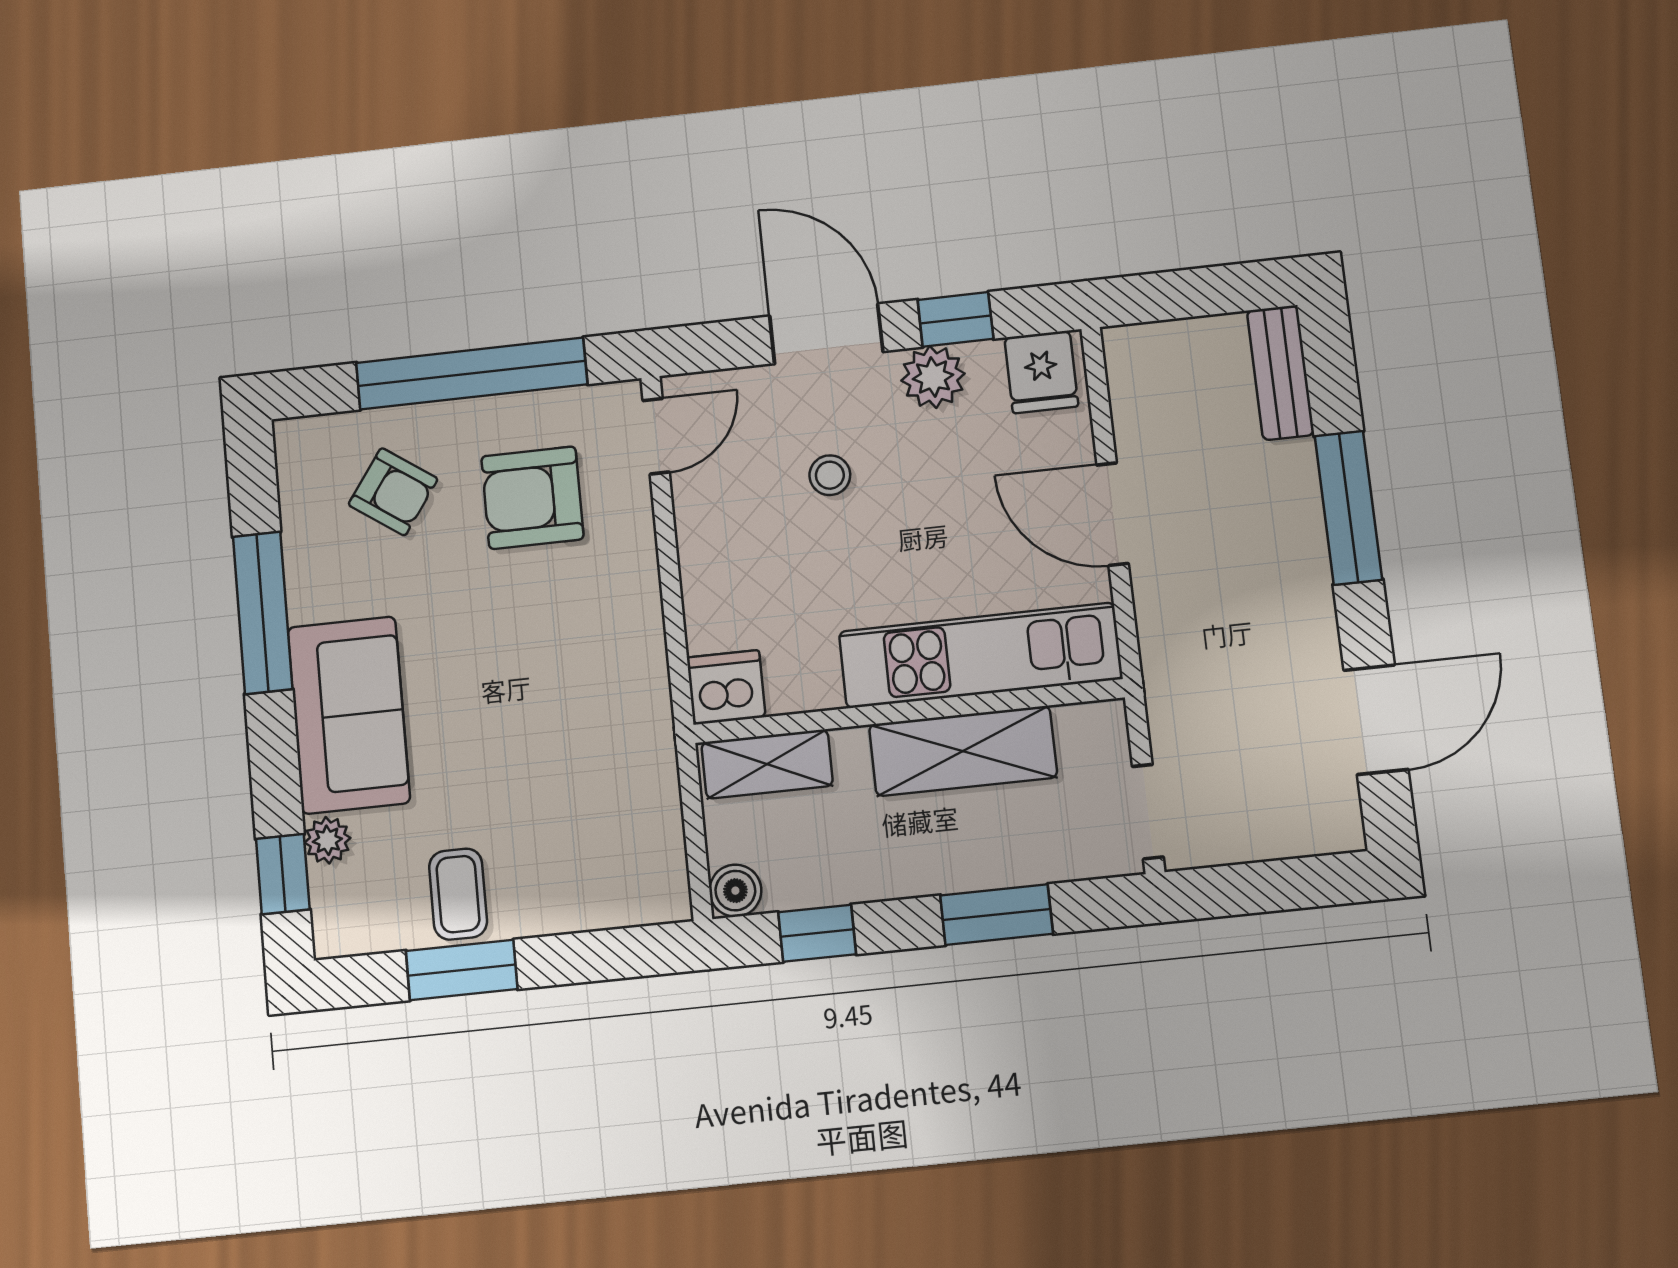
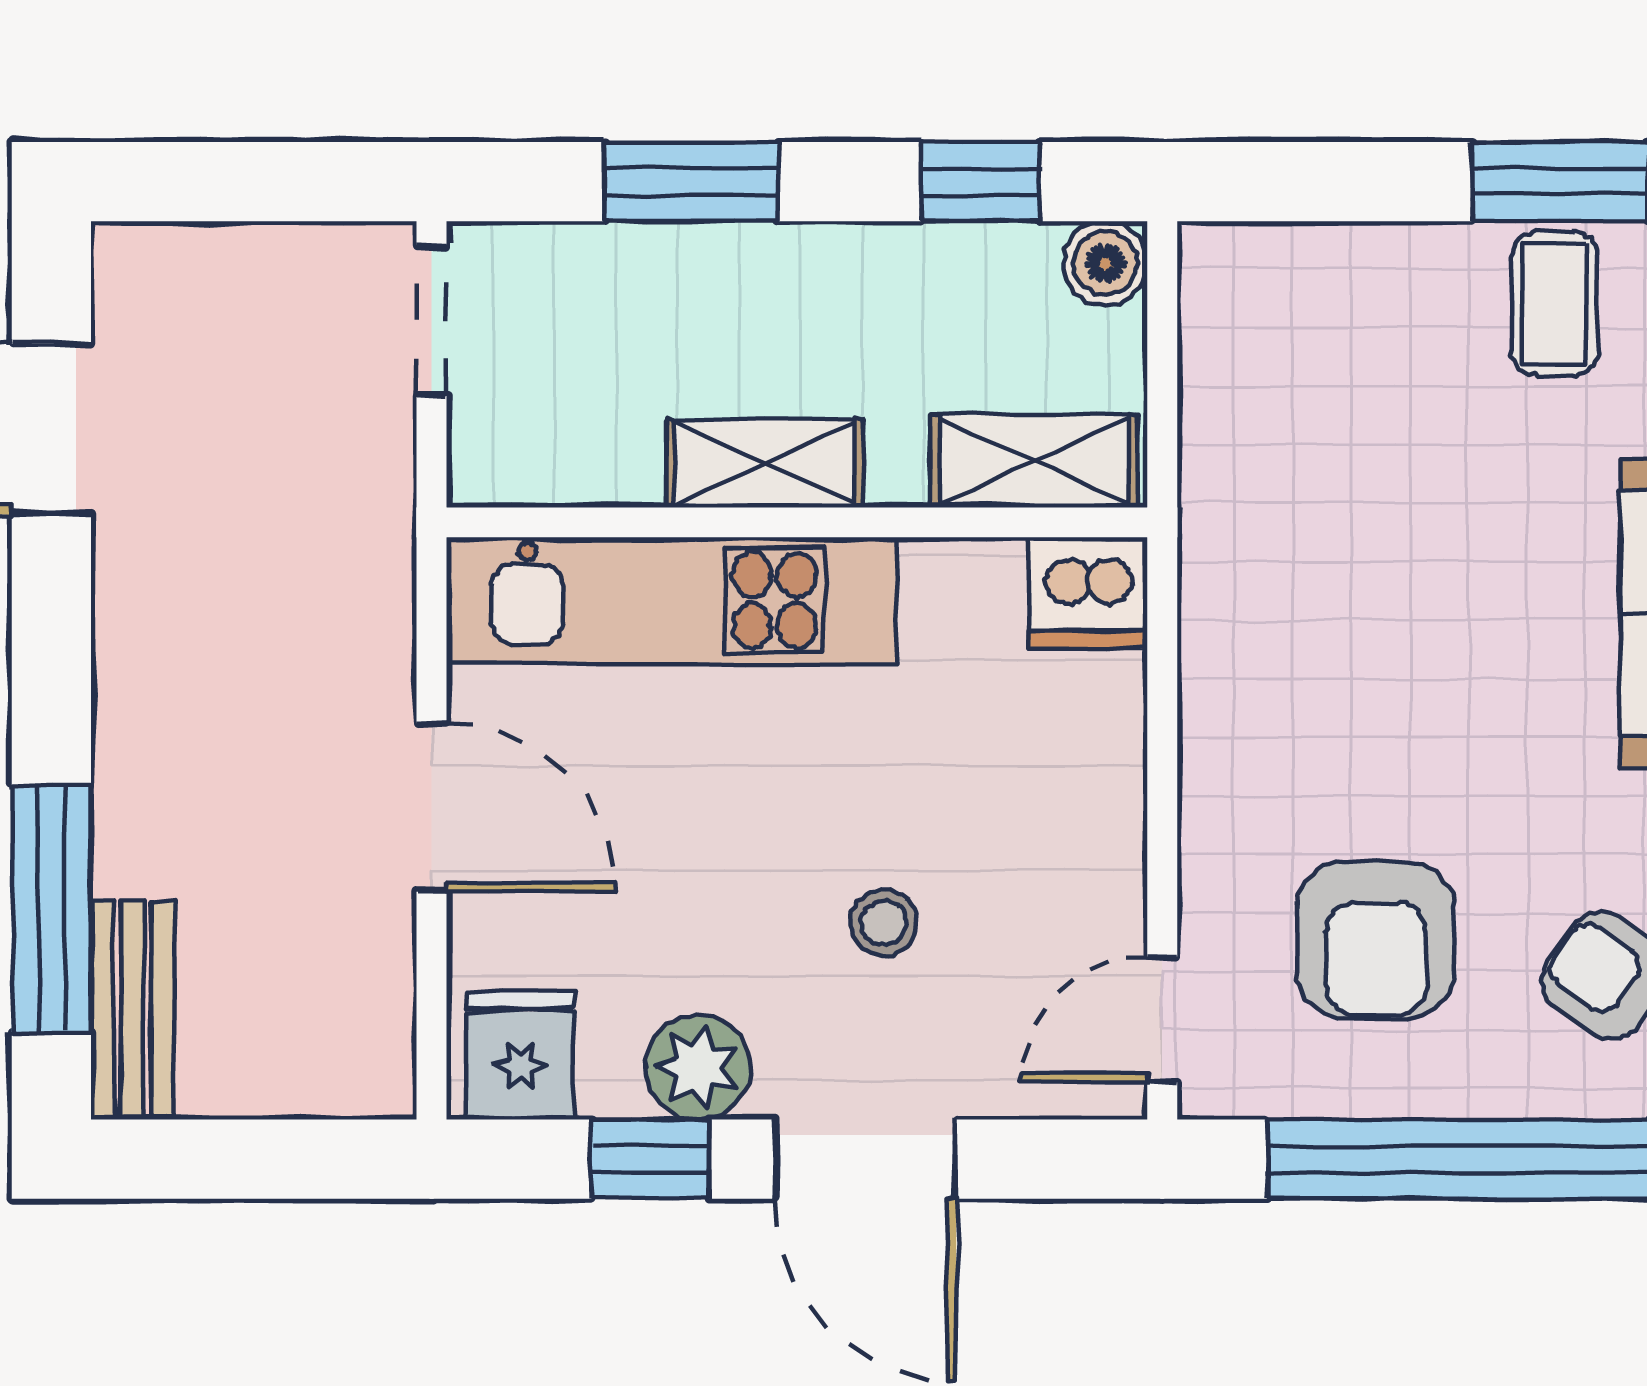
armchair: (532, 498) -> (1376, 940), turned 90
window: (1348, 508) -> (51, 909), moved
shelving: (963, 751) -> (765, 463), width x0.67, depth x0.75

